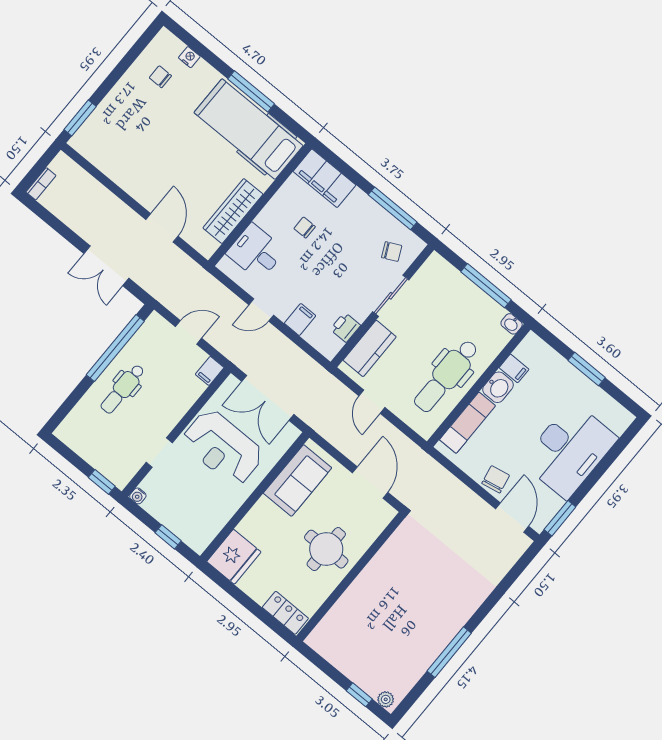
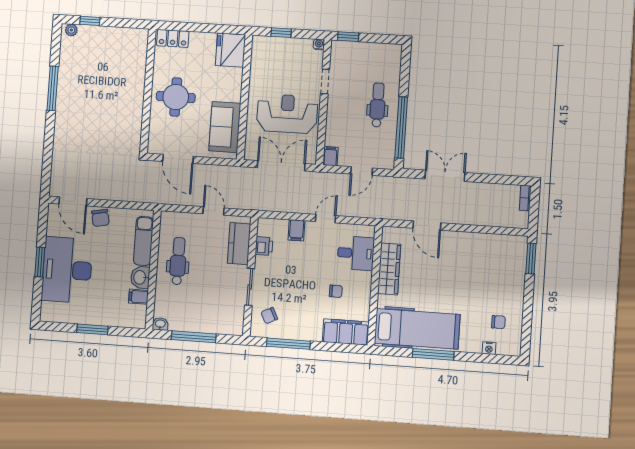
dental chair: (446, 376) -> (178, 261), width x0.73, depth x0.72
window: (560, 518) -> (40, 262), moved

